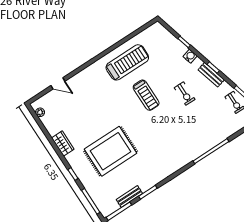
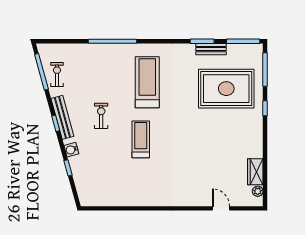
treadmill: (127, 62) -> (147, 82), moved, turned 90
bench: (211, 75) -> (62, 117), width x1.36
wardrobe: (63, 144) -> (255, 172), moved
rug: (111, 151) -> (226, 89), moved
bench: (129, 197) -> (211, 49), moved

